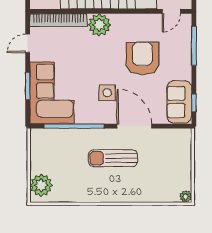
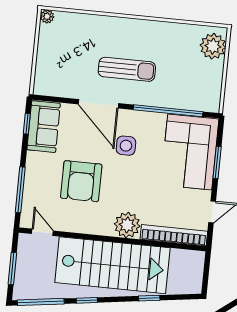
door: (171, 11) -> (42, 232), hinge flipped

